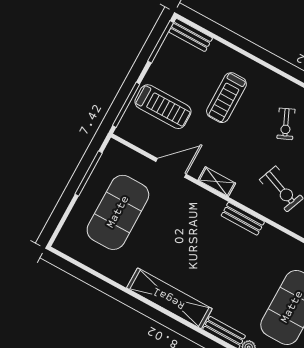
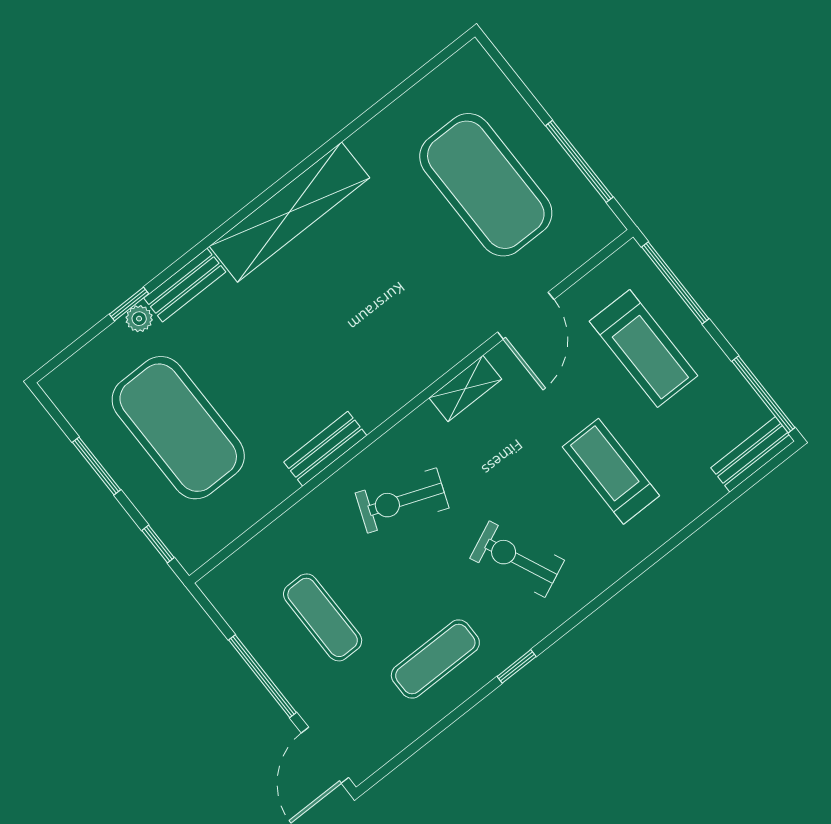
treadmill: (163, 107) -> (644, 349), turned -90
exercise bike: (286, 124) -> (517, 559), width x1.38, depth x1.39
bench: (243, 219) -> (325, 449), moved

